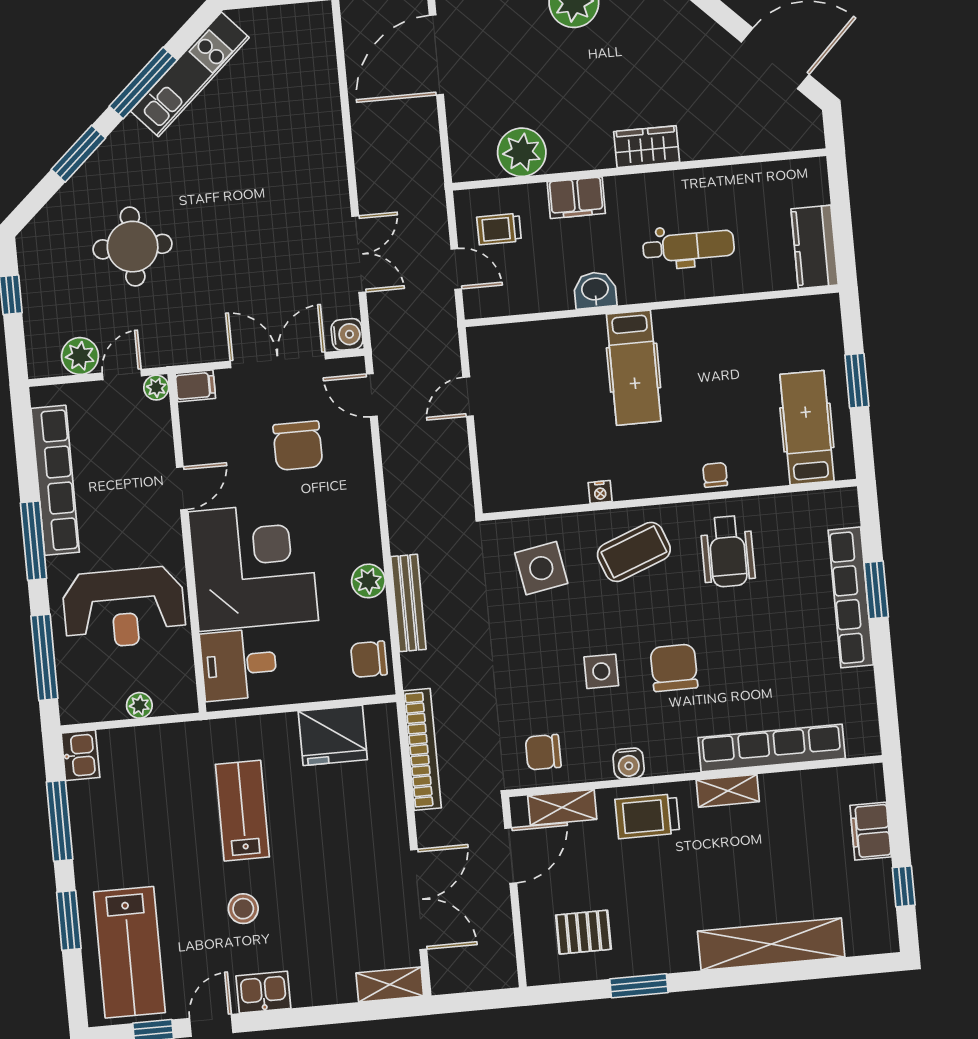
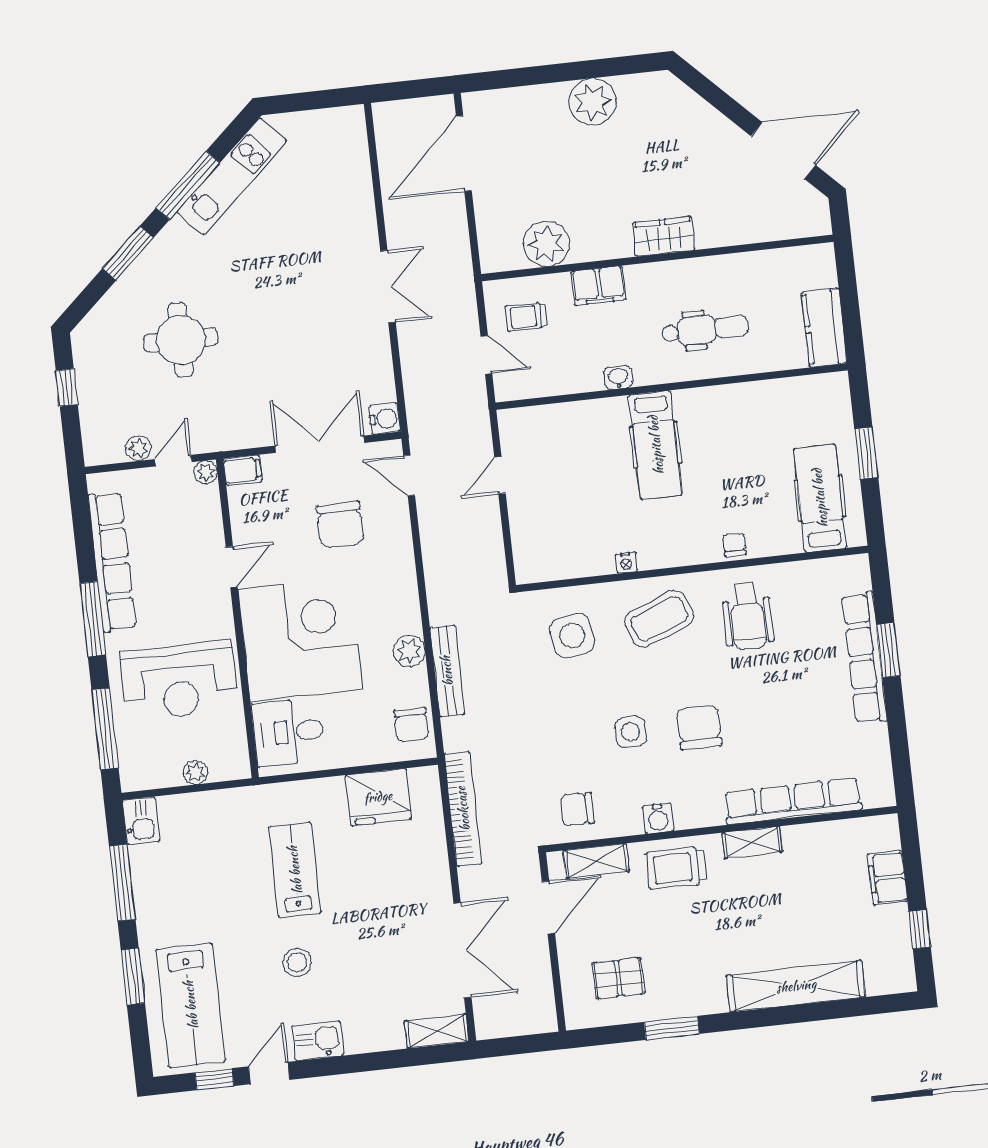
double door: (359, 254) -> (388, 287), moved
washbasin: (595, 290) -> (618, 377), width x0.72, depth x0.69
plant: (80, 356) -> (138, 448), width x0.73, depth x0.73
chair: (369, 659) -> (411, 725), turned -90

